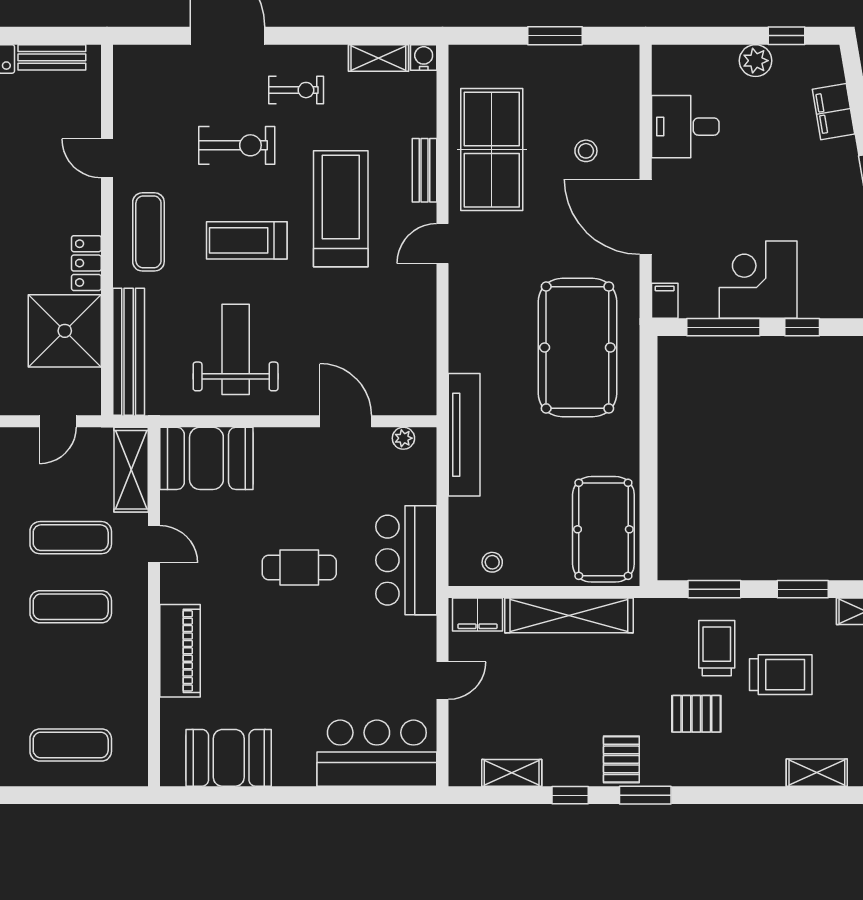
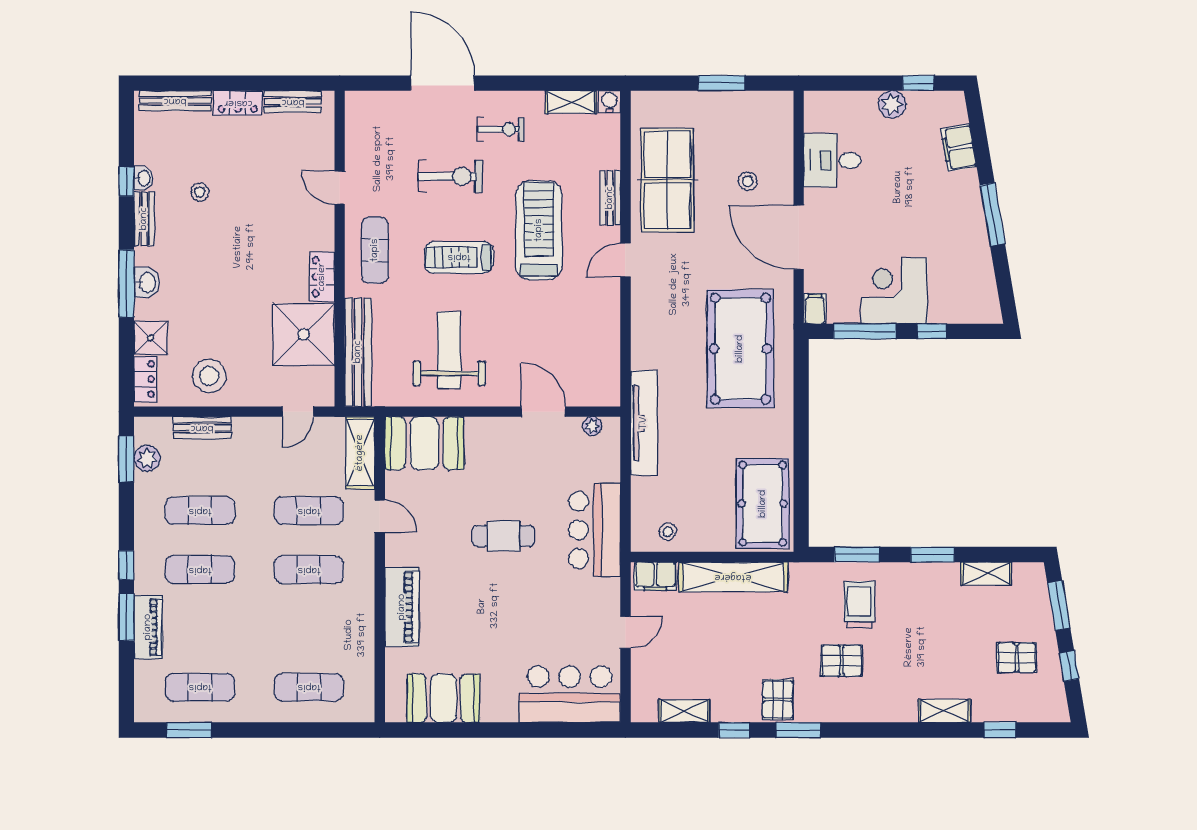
trolley: (781, 675) -> (914, 627), removed

